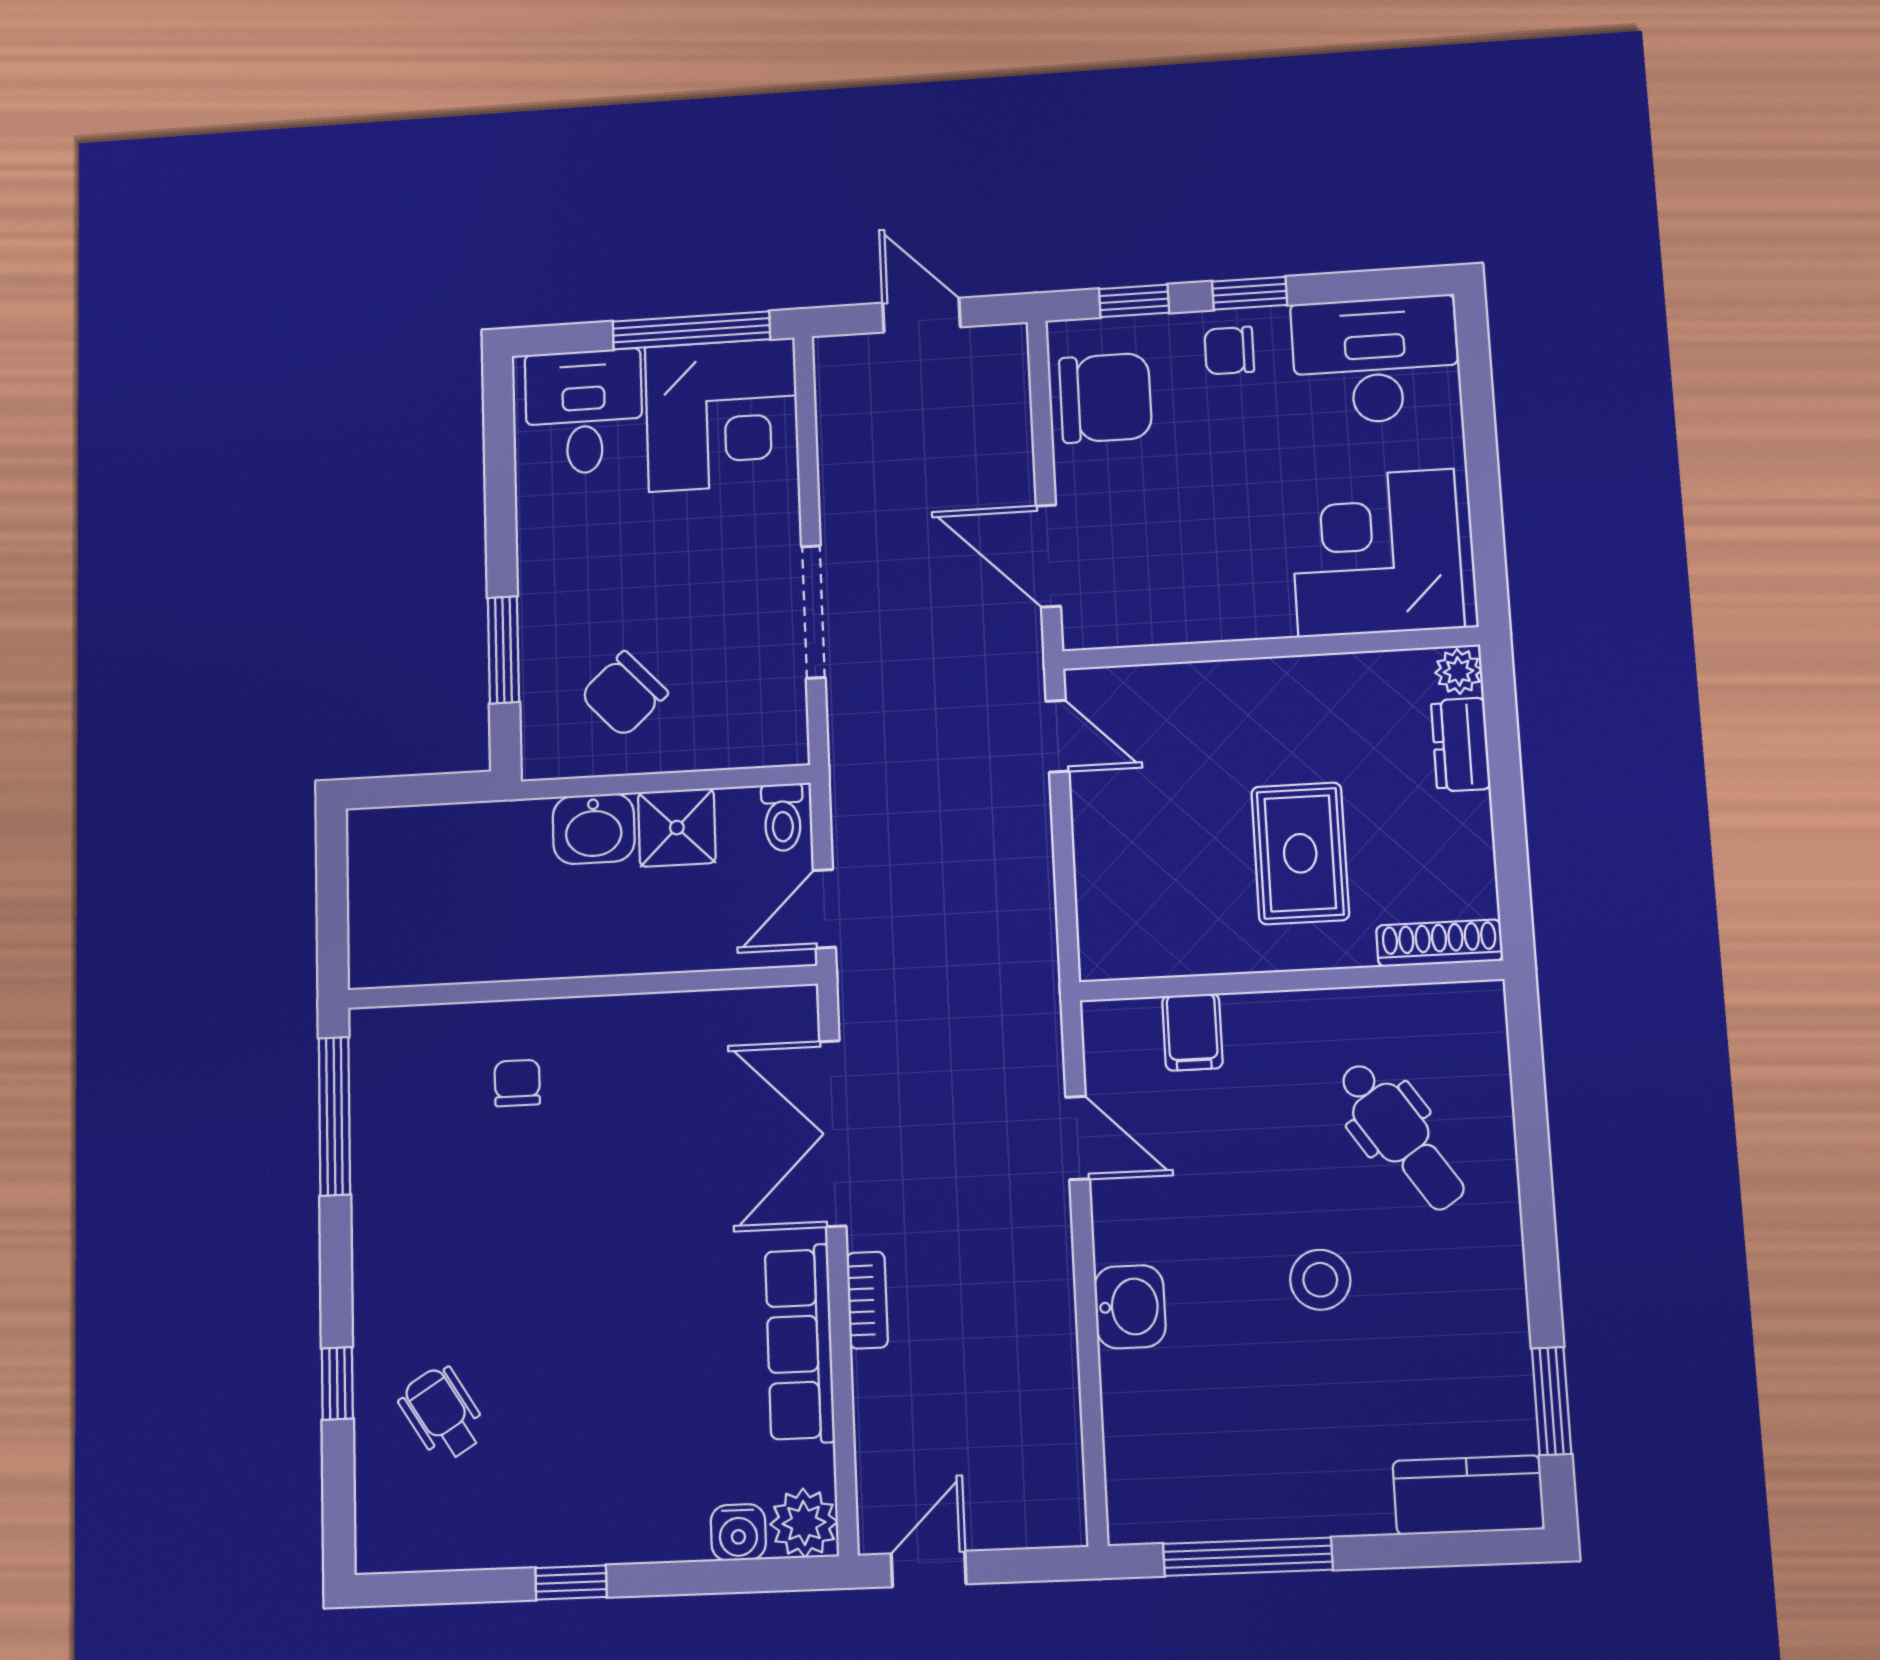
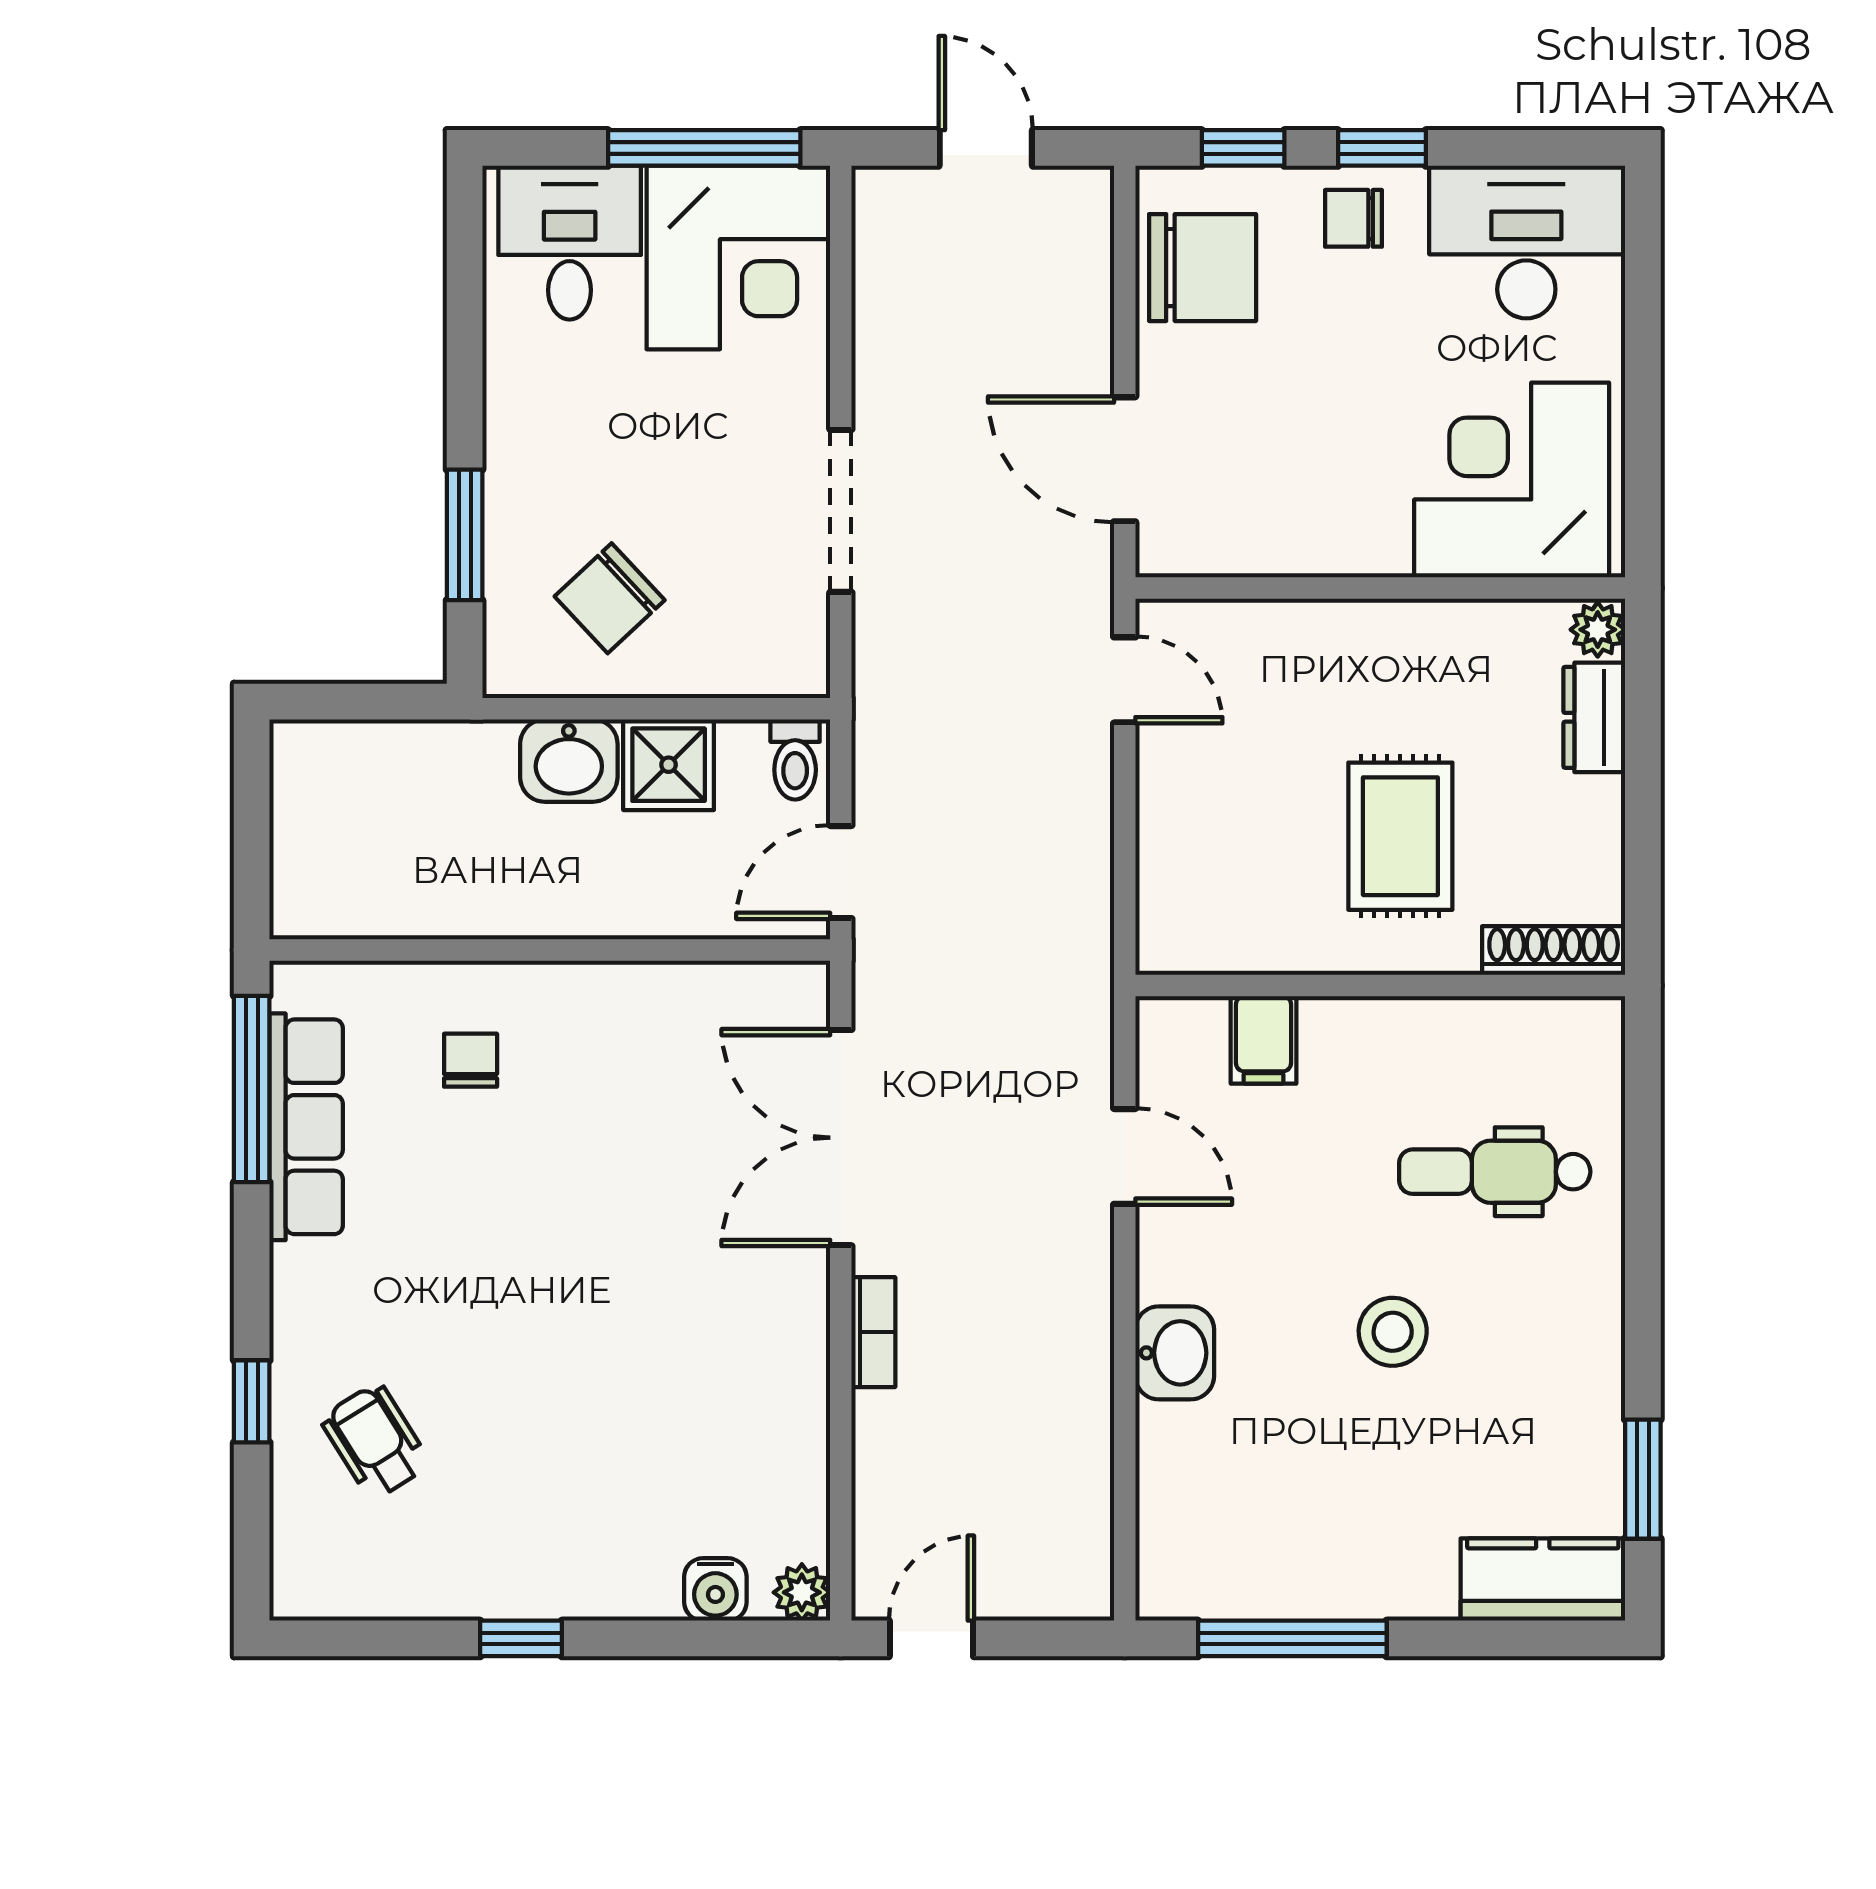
dental chair: (1401, 1136) -> (1495, 1172), turned 124
row of seats: (800, 1344) -> (306, 1127), moved, turned 180
plant: (804, 1523) -> (802, 1592), width x0.73, depth x0.73

